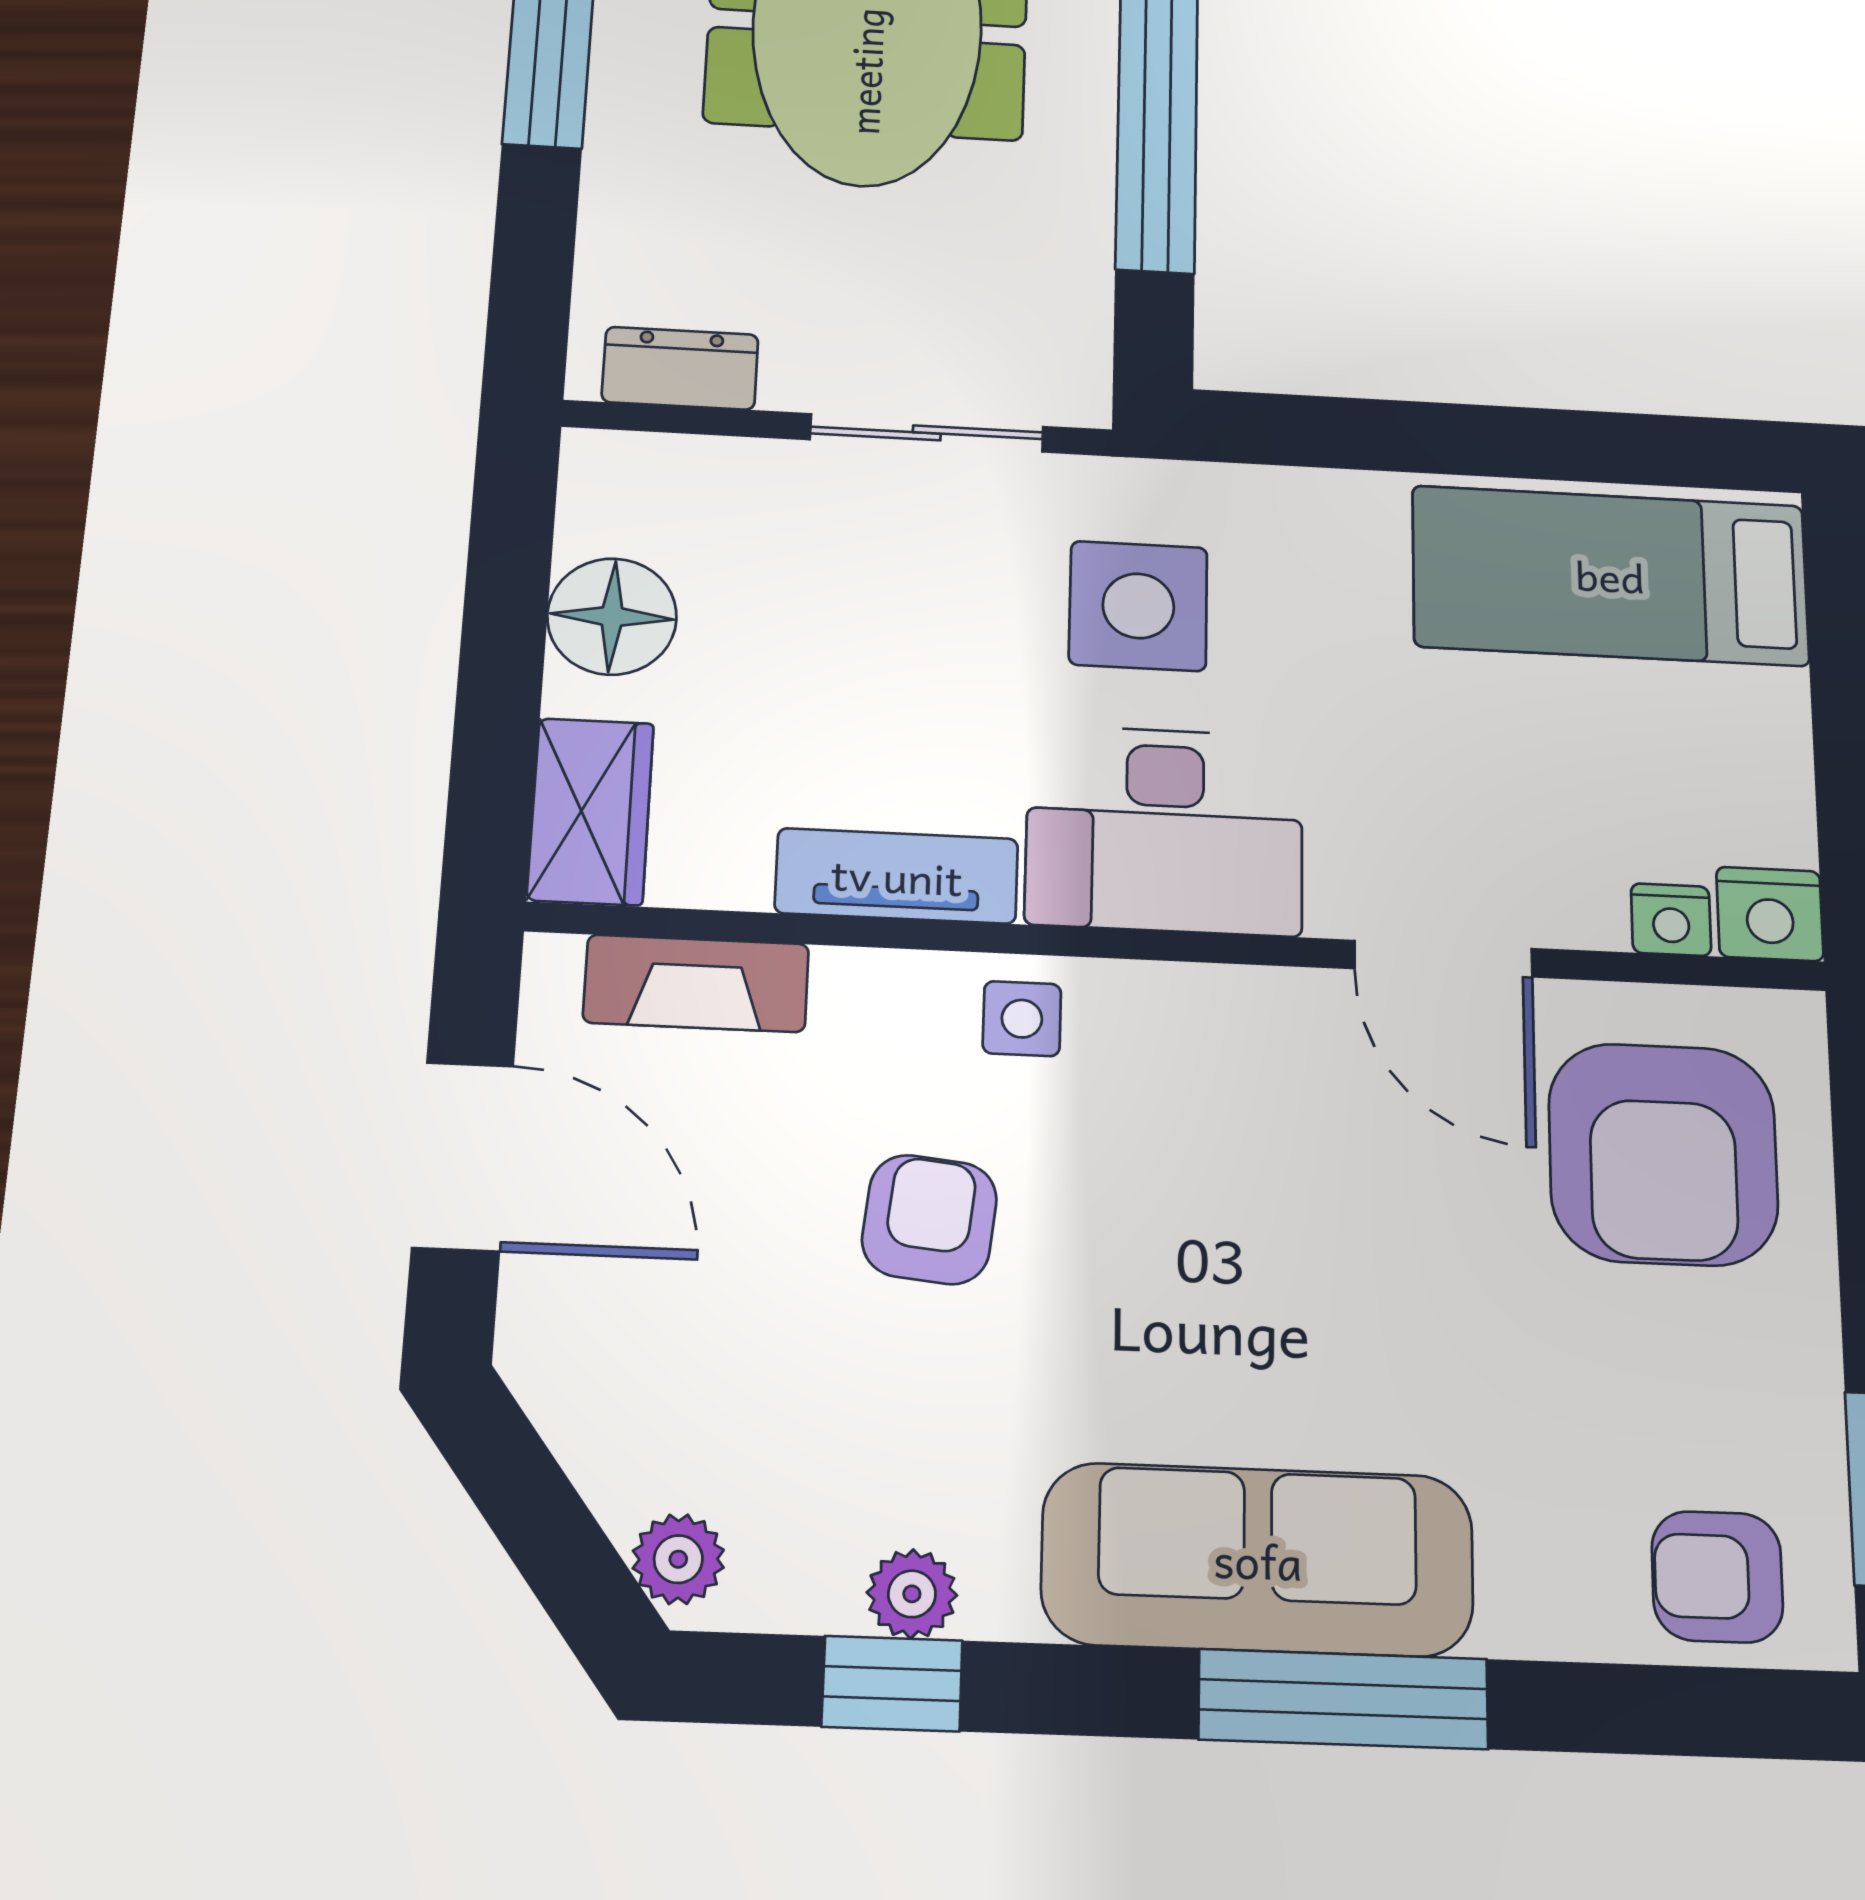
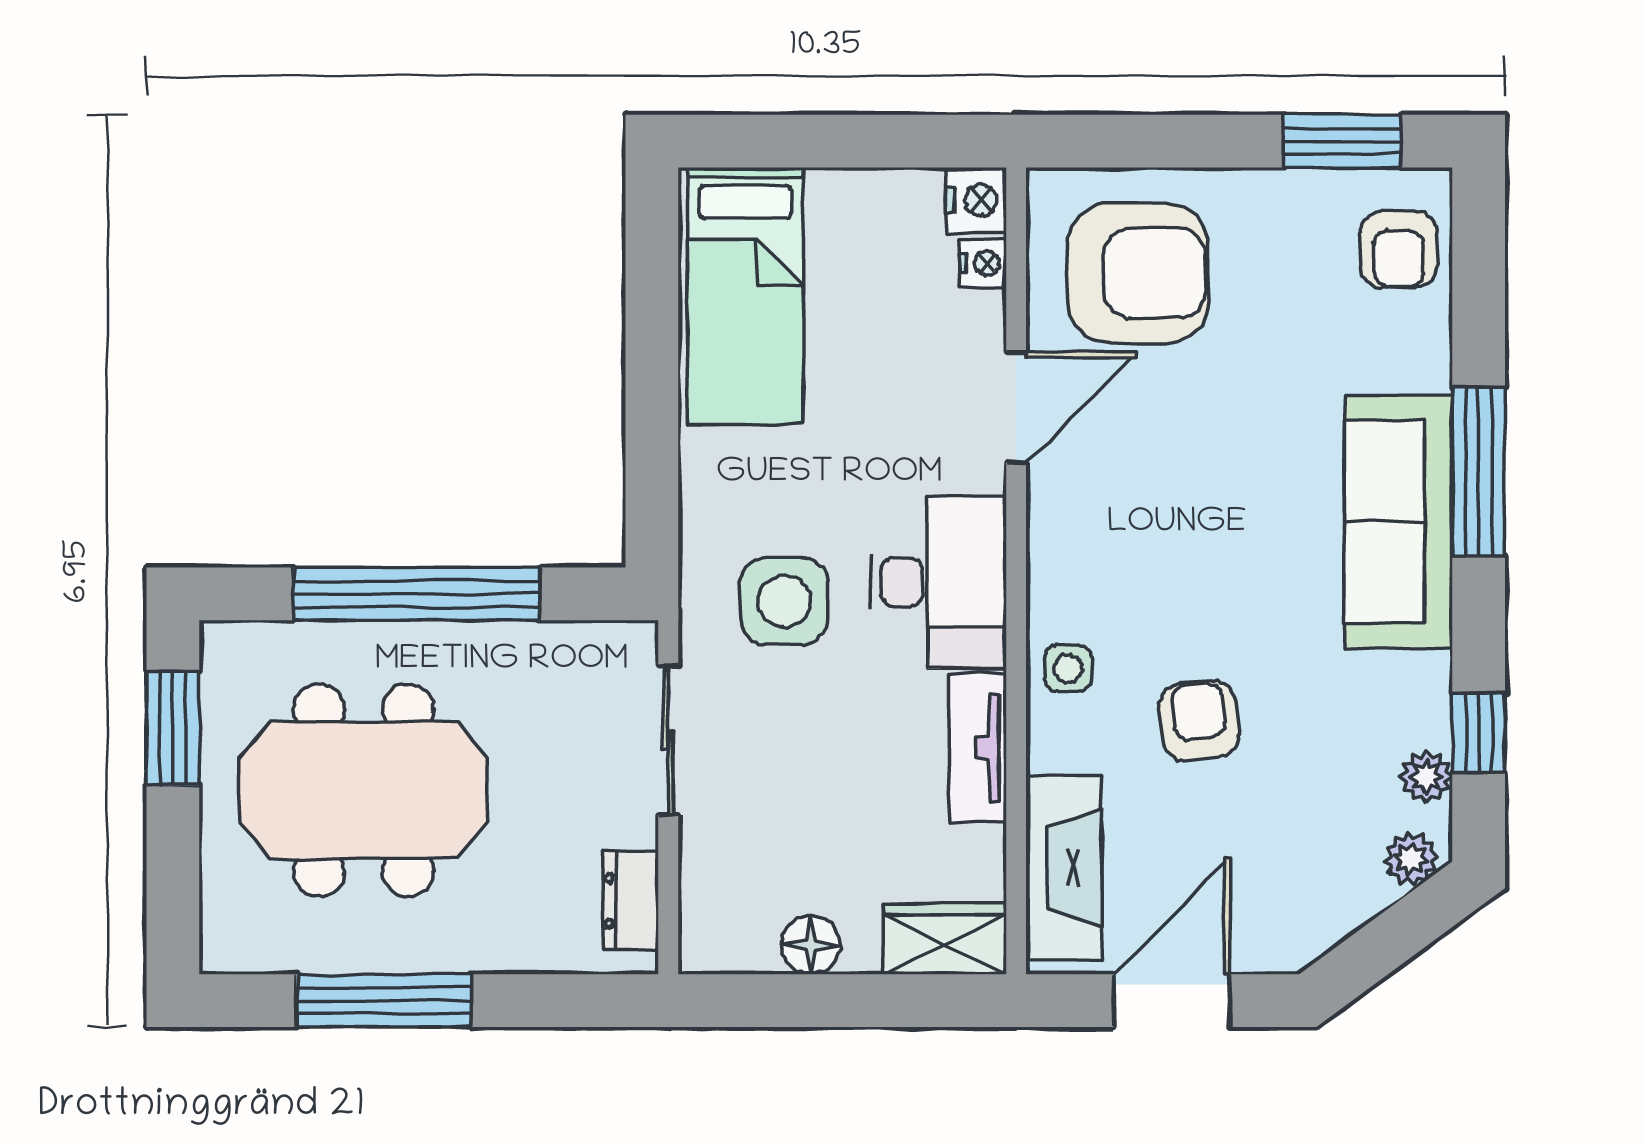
floor lamp: (612, 616) -> (811, 945), width x0.73, depth x0.73
fireplace: (696, 983) -> (1064, 868), width x1.37, depth x1.32
armchair: (929, 1219) -> (1199, 721), turned 78
plant: (912, 1594) -> (1426, 777), moved

